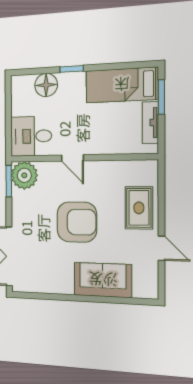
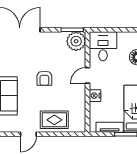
nightstand: (102, 146) -> (95, 96), added
armchair: (77, 222) -> (44, 78), width x0.53, depth x0.53

